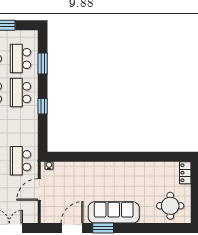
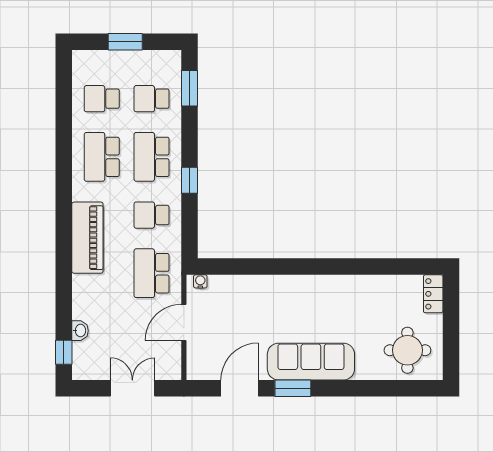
school desk: (20, 59) -> (152, 99), width x0.54
window: (43, 64) -> (190, 88), moved
school desk: (20, 127) -> (152, 215), added

